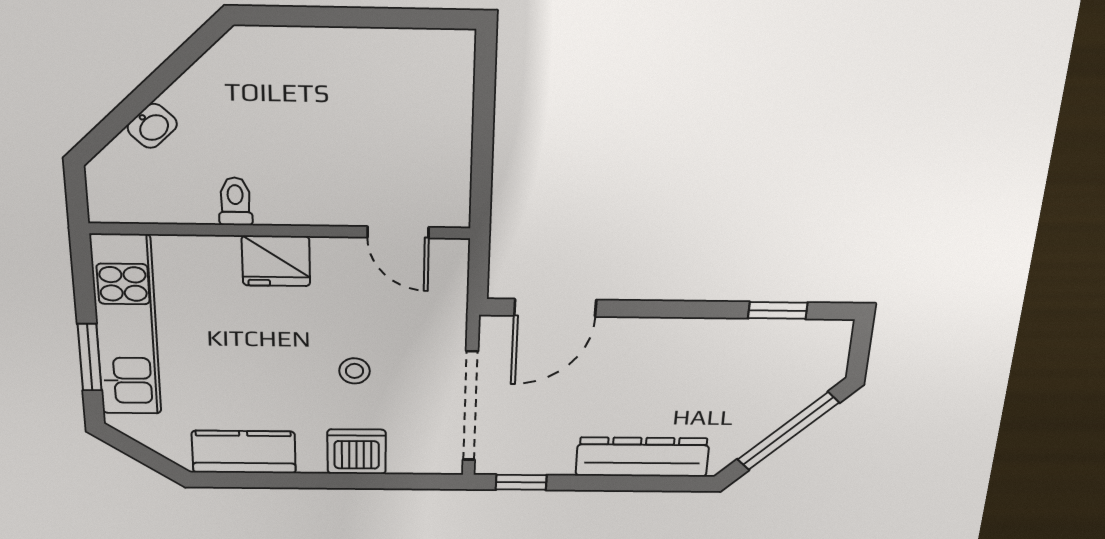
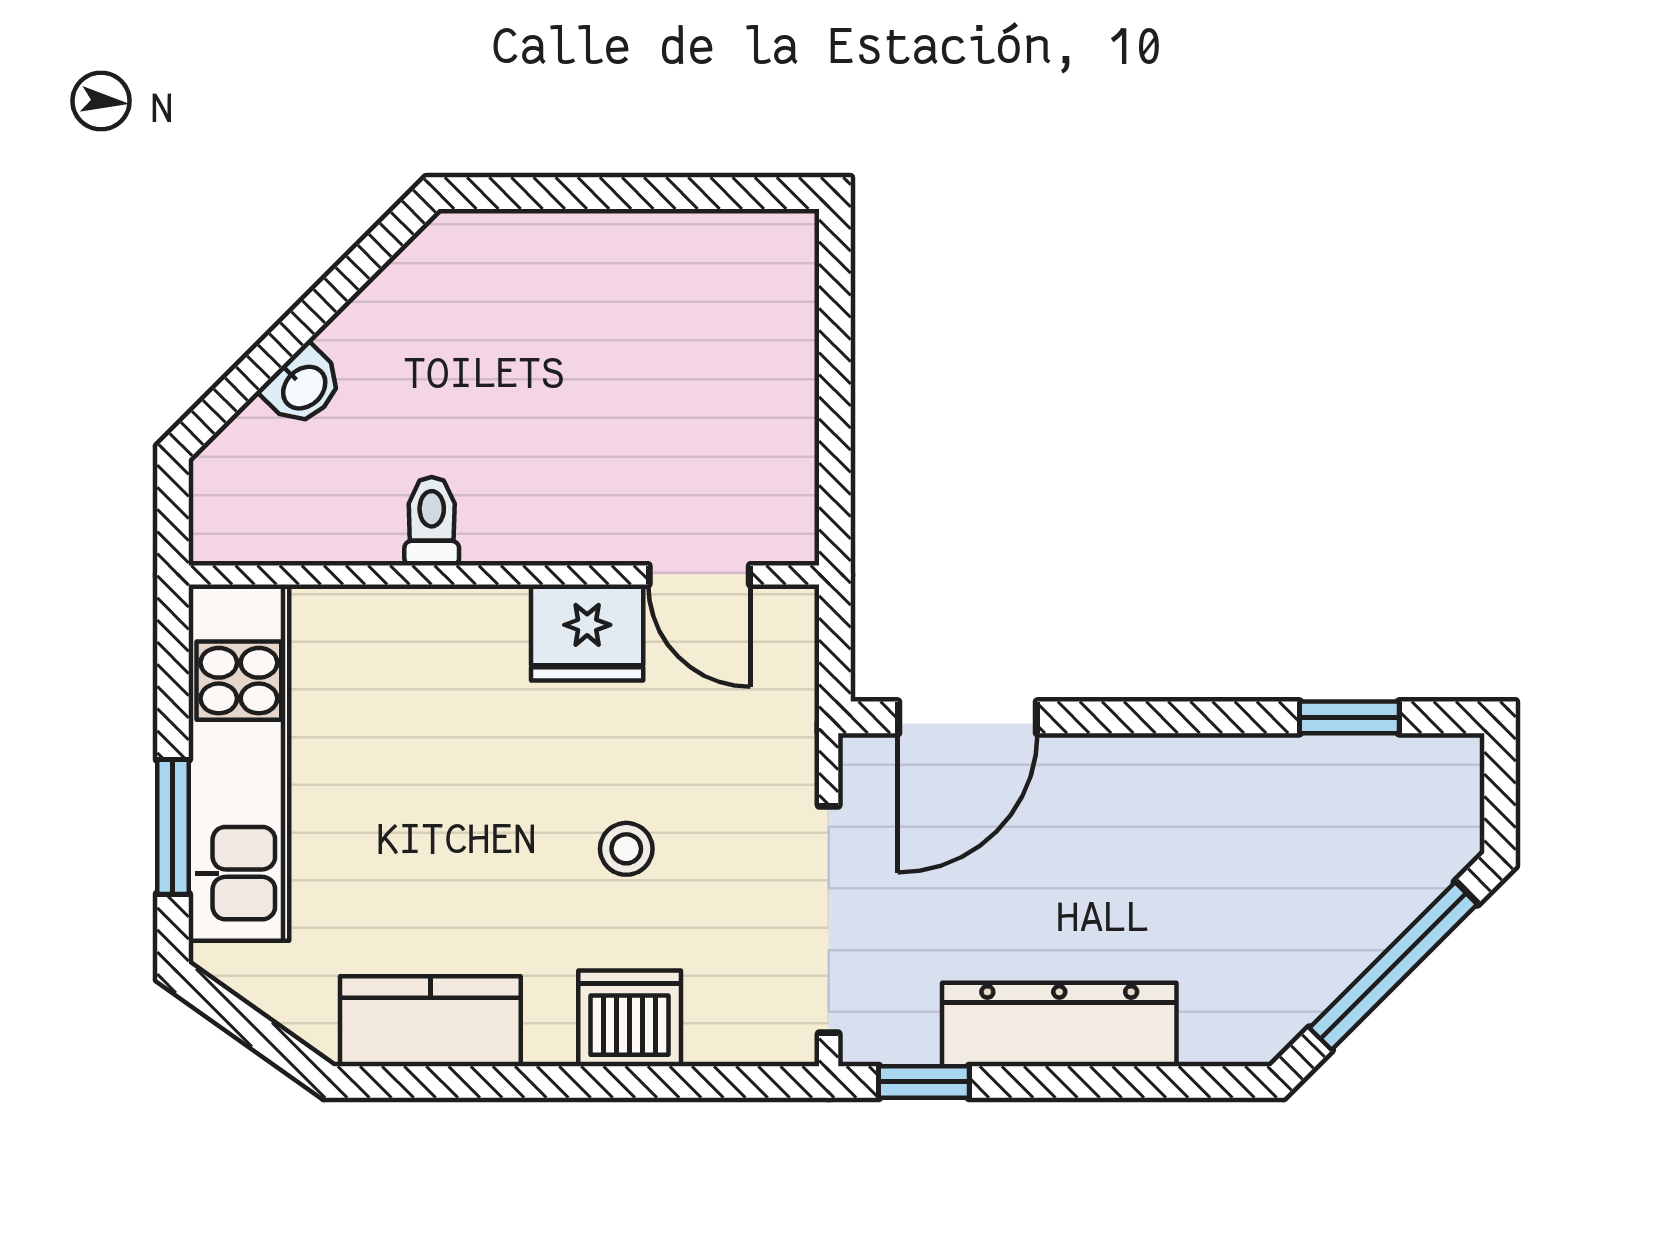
fridge: (276, 261) -> (587, 633), moved
dresser: (642, 457) -> (1059, 1025), moved

